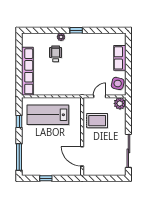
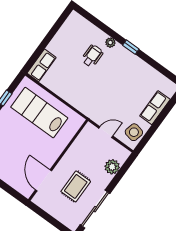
row of seats: (27, 71) -> (42, 65), width x0.50
plant: (120, 103) -> (112, 167), moved
rug: (97, 121) -> (76, 186), moved, turned 90

